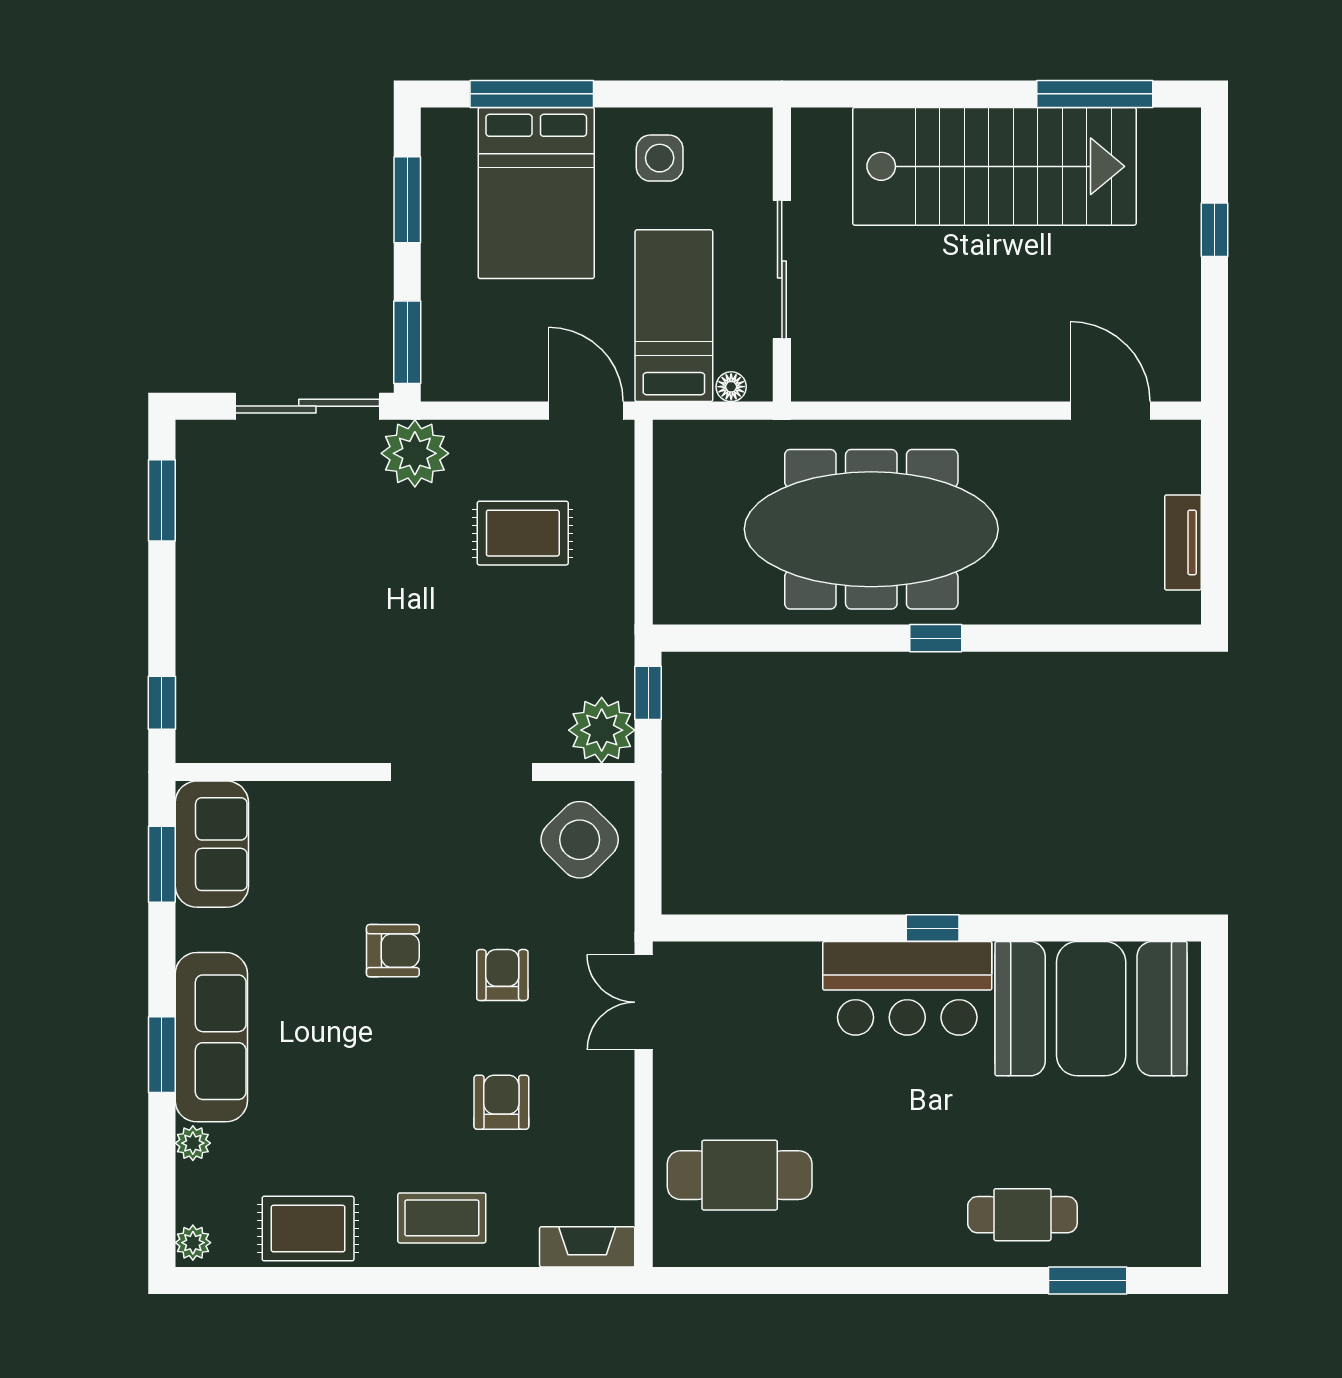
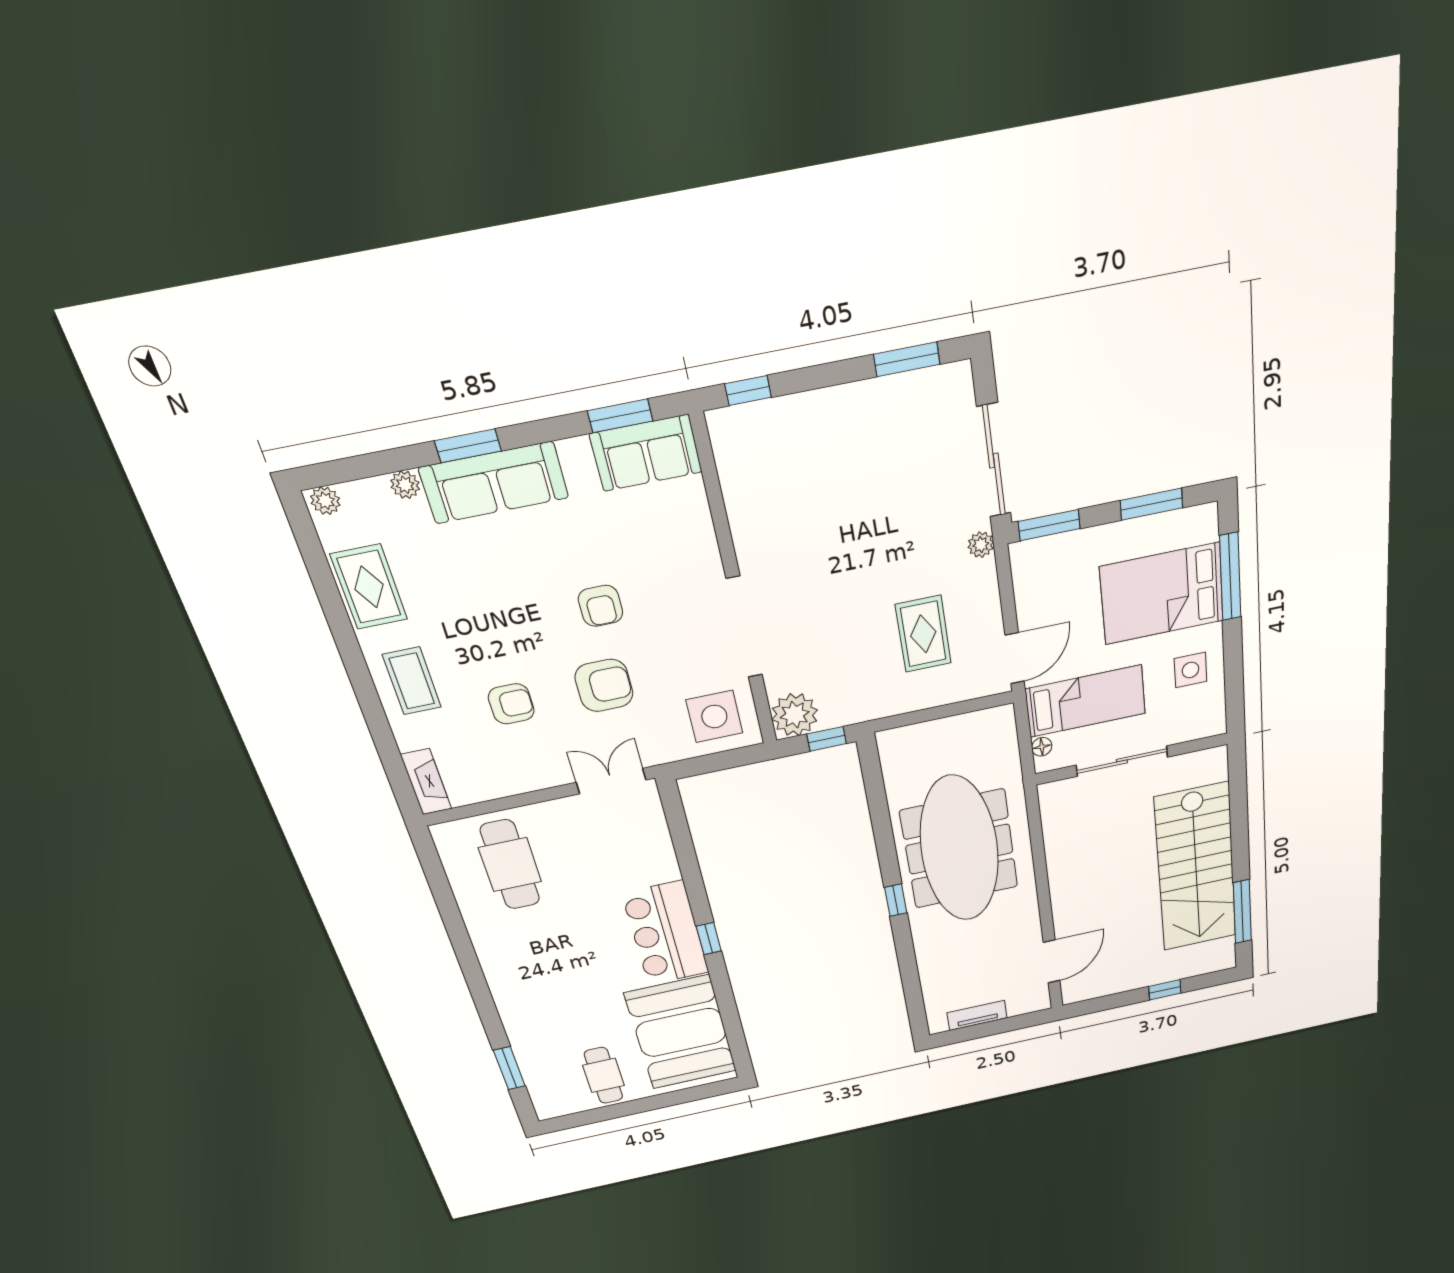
plant: (415, 453) -> (981, 545), width x0.53, depth x0.53
side table: (580, 840) -> (714, 716), turned 45
armchair: (502, 975) -> (604, 685), width x1.38, depth x1.38
cafe table: (1022, 1215) -> (603, 1075), moved

